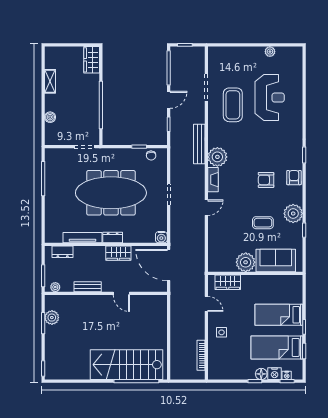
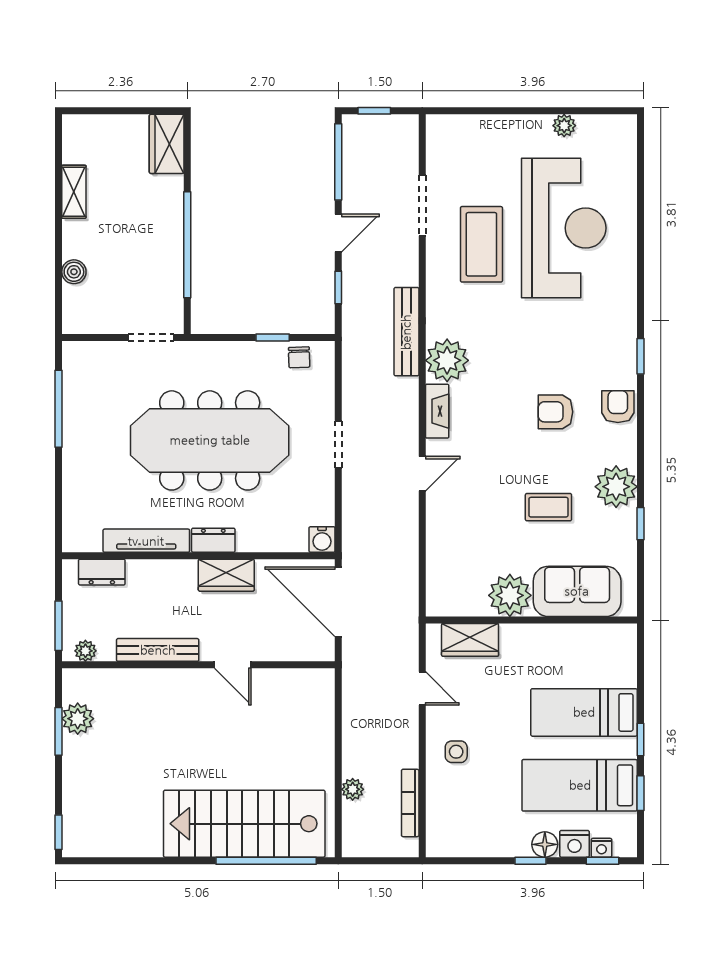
reception desk: (270, 98) -> (564, 228), width x1.36, depth x1.30
bench: (88, 287) -> (158, 650), width x1.36
plant: (175, 349) -> (353, 789), added

